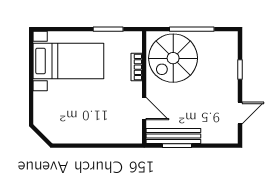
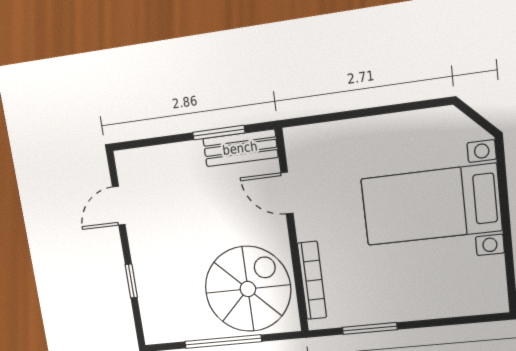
bed with nightstands: (68, 61) -> (431, 205), moved
bookcase: (137, 67) -> (312, 280), width x1.56
bench: (173, 136) -> (240, 148), width x0.73

